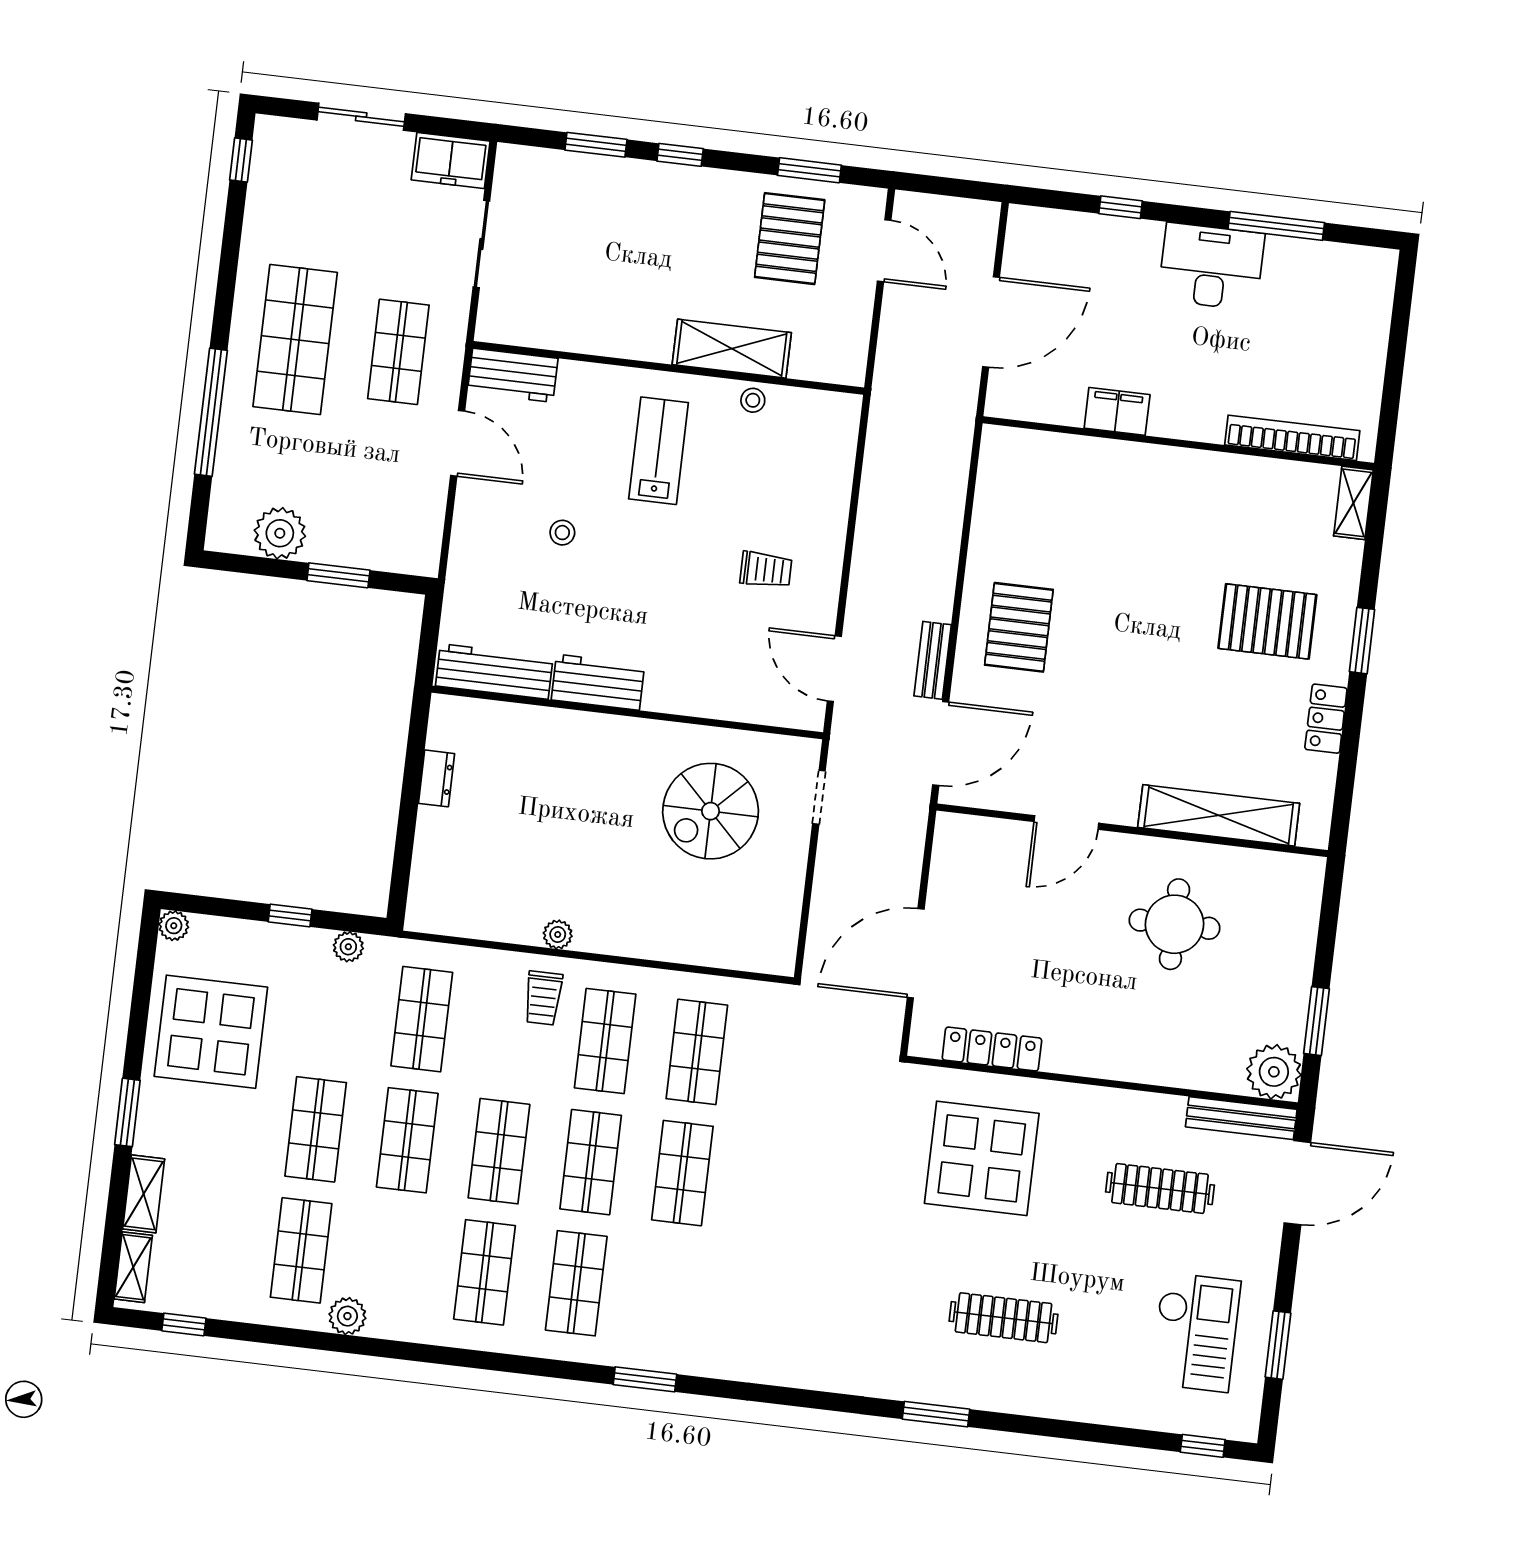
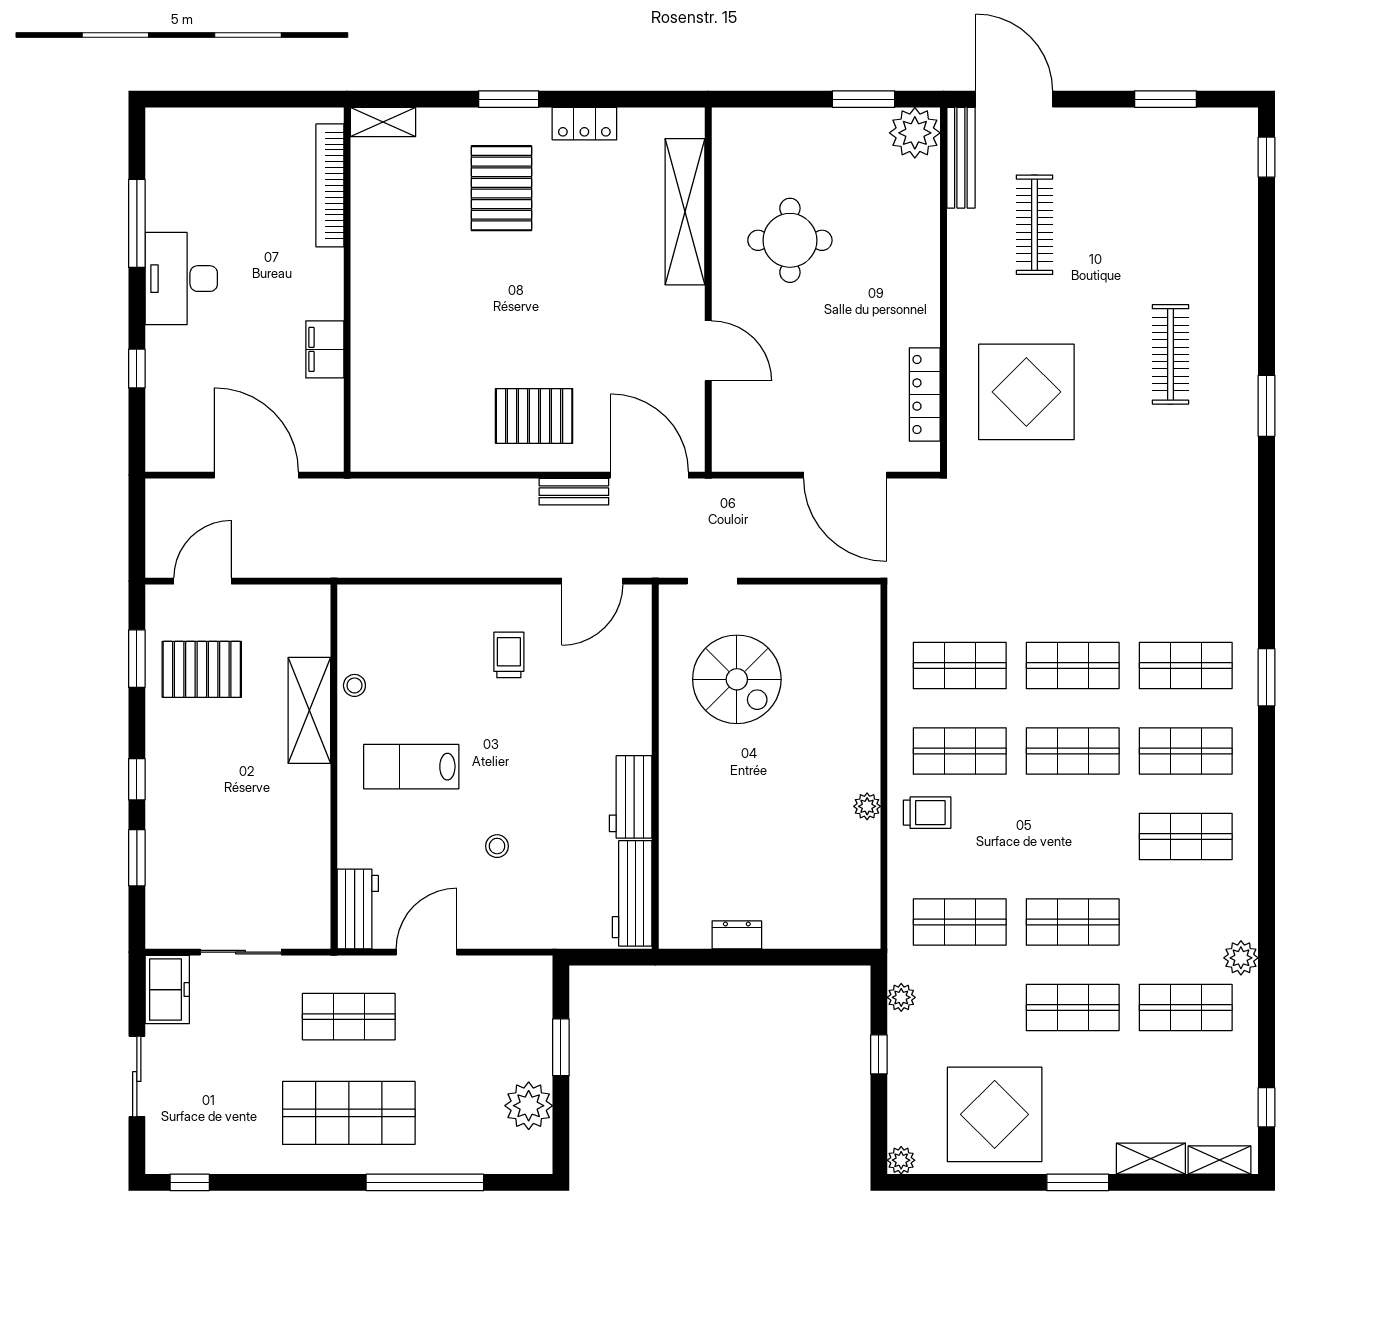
shop shelf: (499, 1151) -> (1186, 665), moved
checkout: (1196, 1332) -> (1163, 176), removed

